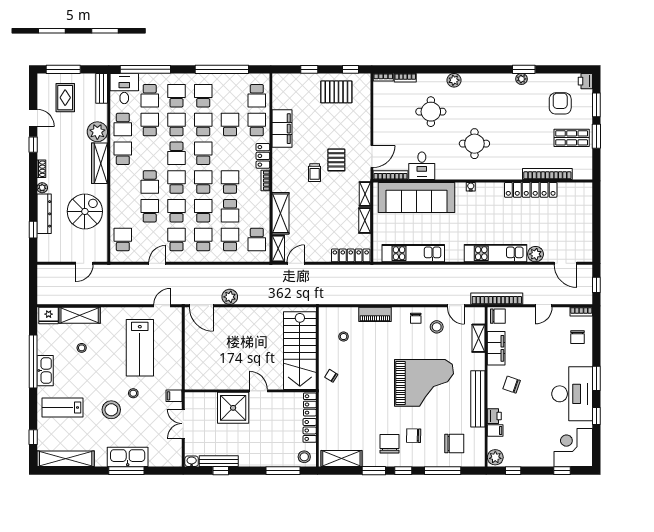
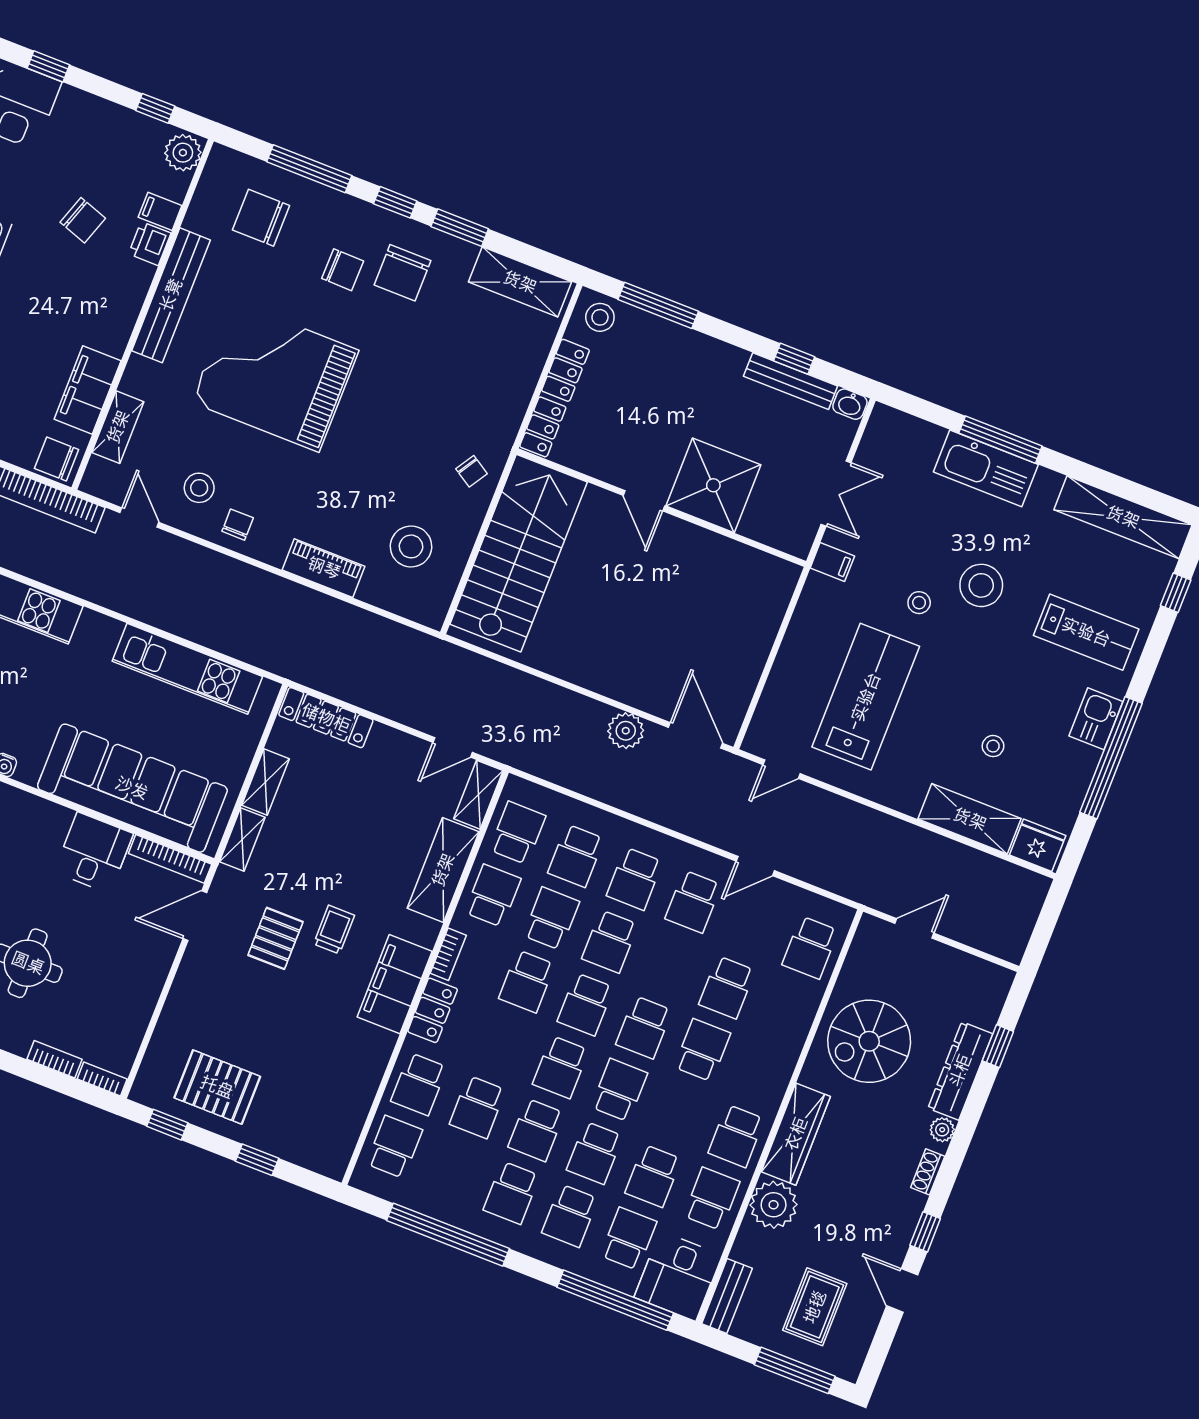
filing cabinet: (282, 129) -> (395, 984), moved
school desk: (176, 211) -> (493, 896), moved, turned 180
stool: (344, 337) -> (411, 546), width x1.89, depth x1.89
kitchen sink: (45, 371) -> (1096, 719), width x0.73
chair: (512, 385) -> (83, 220), moved

